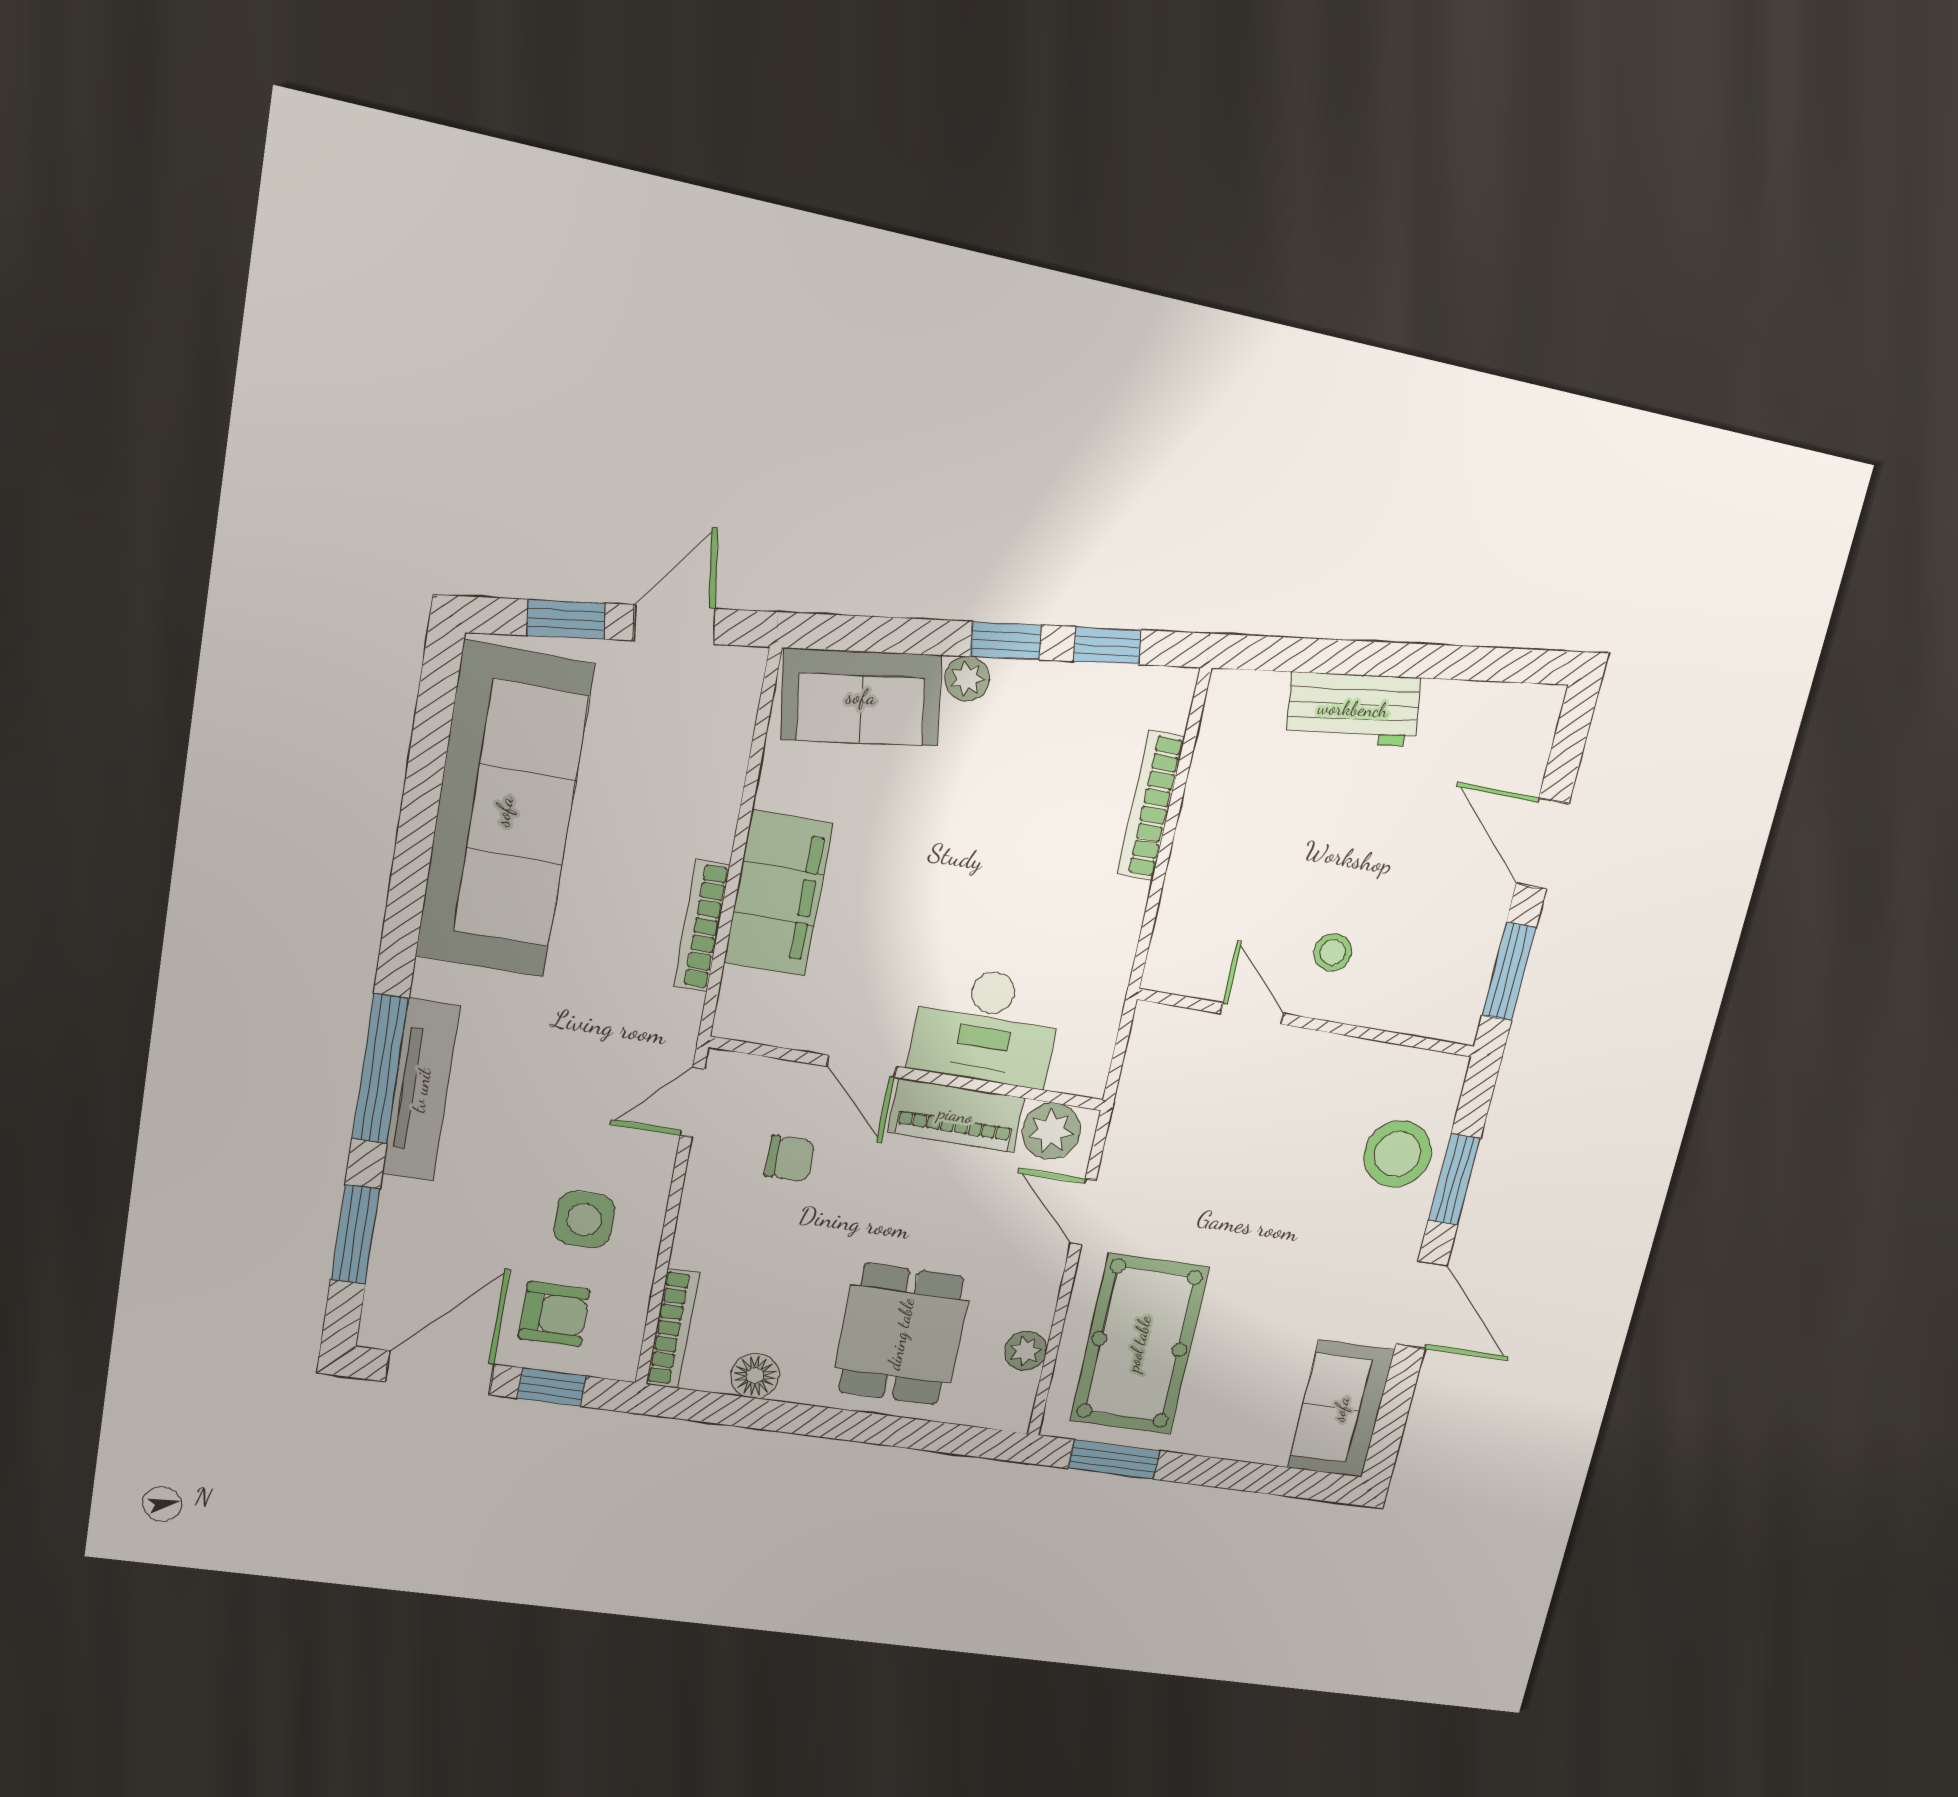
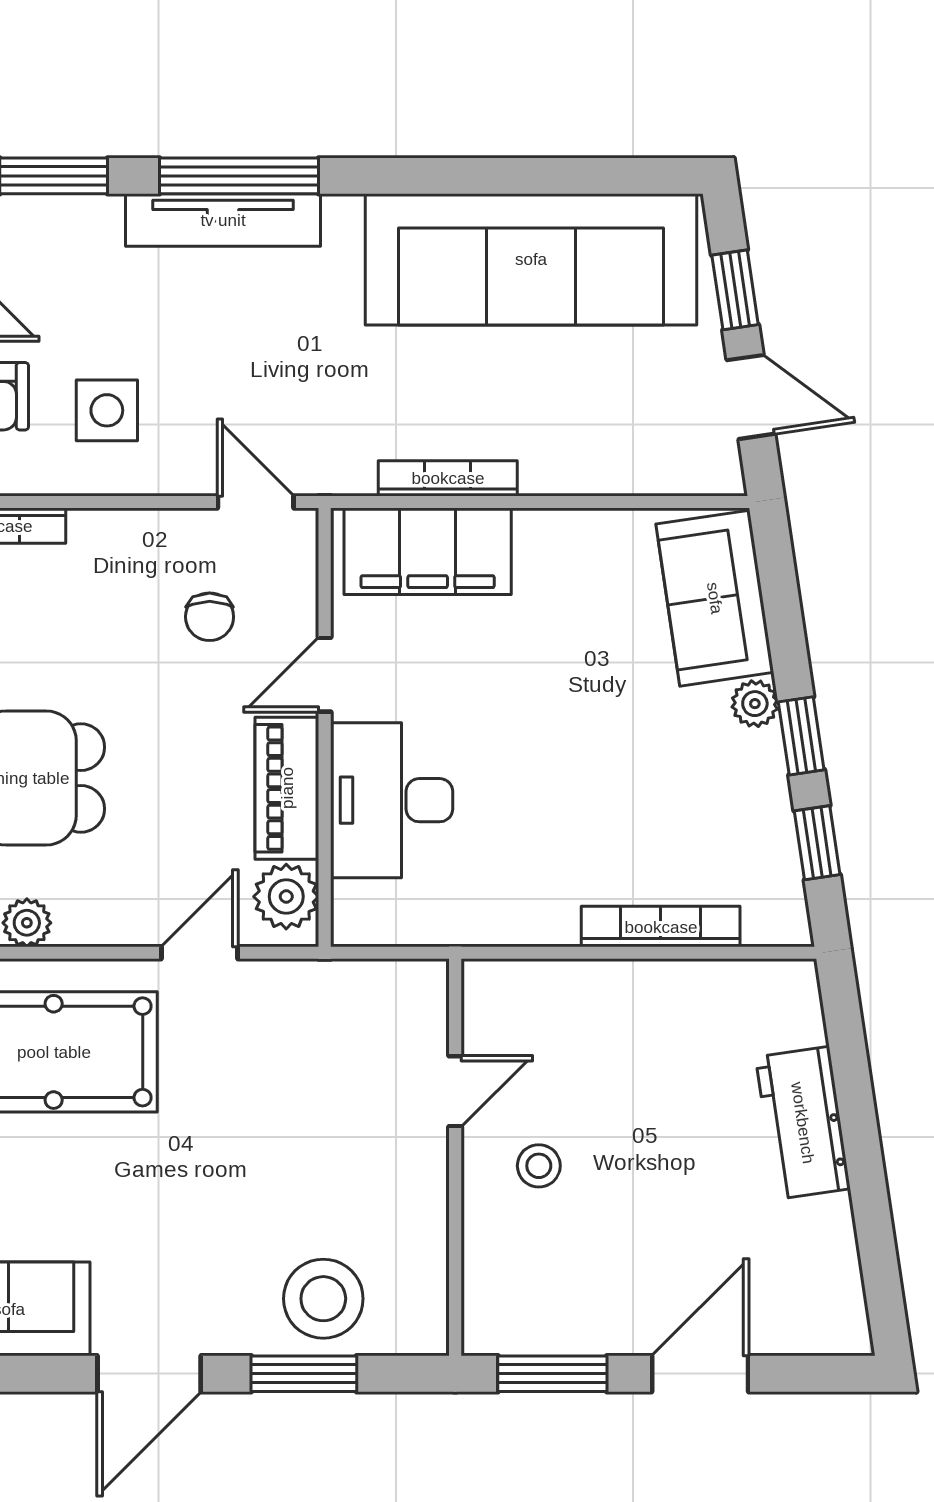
filing cabinet: (778, 893) -> (428, 551), moved

